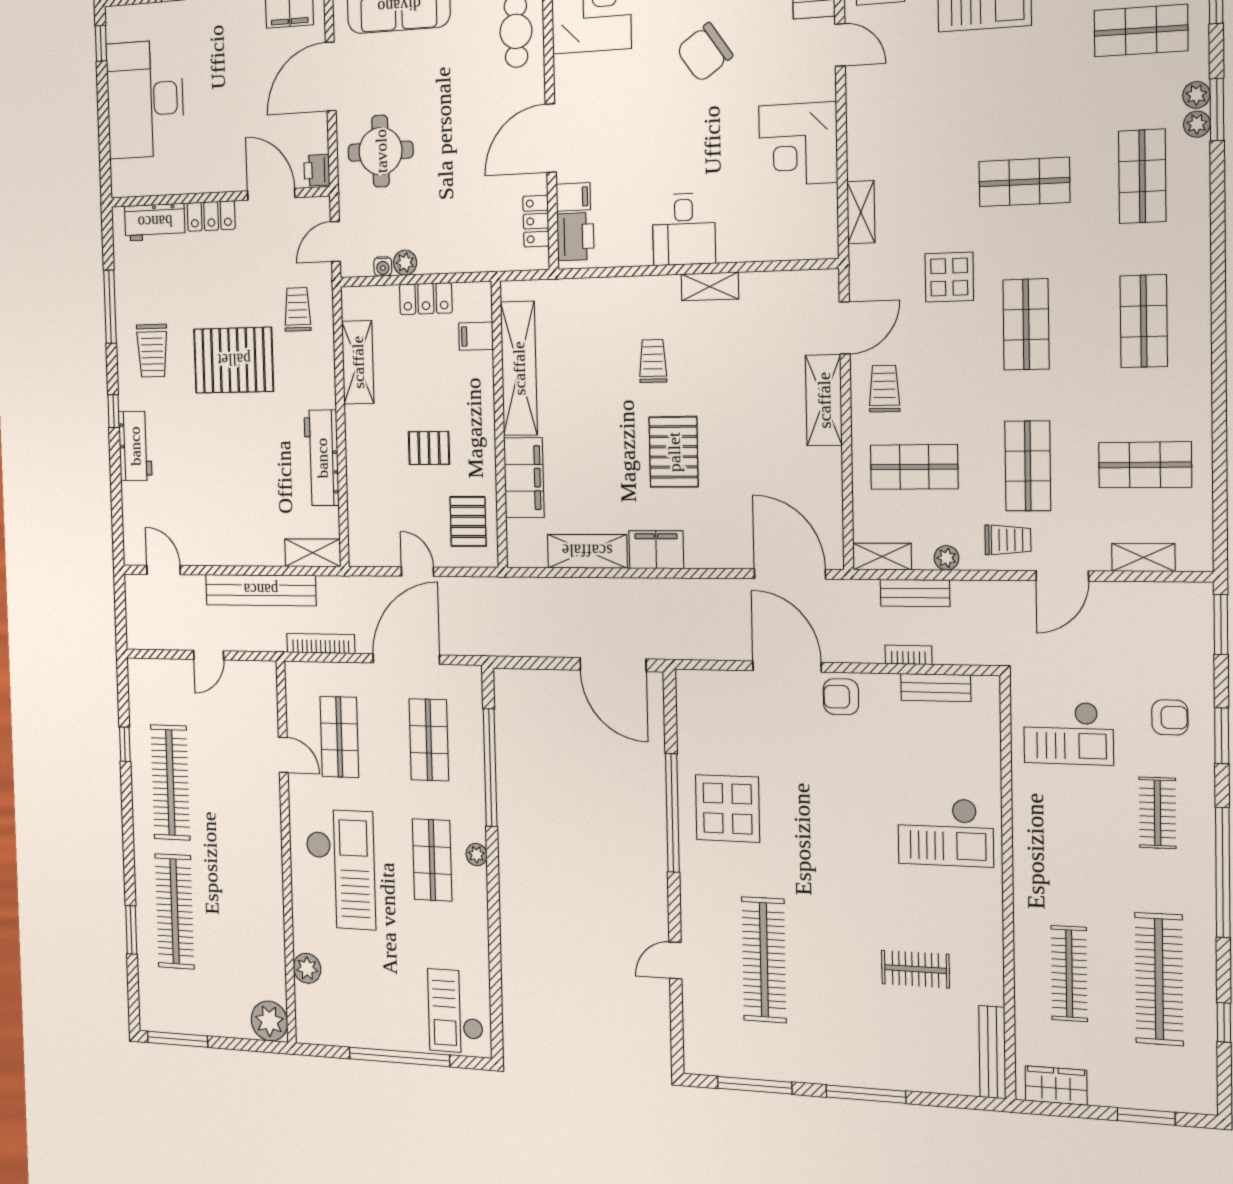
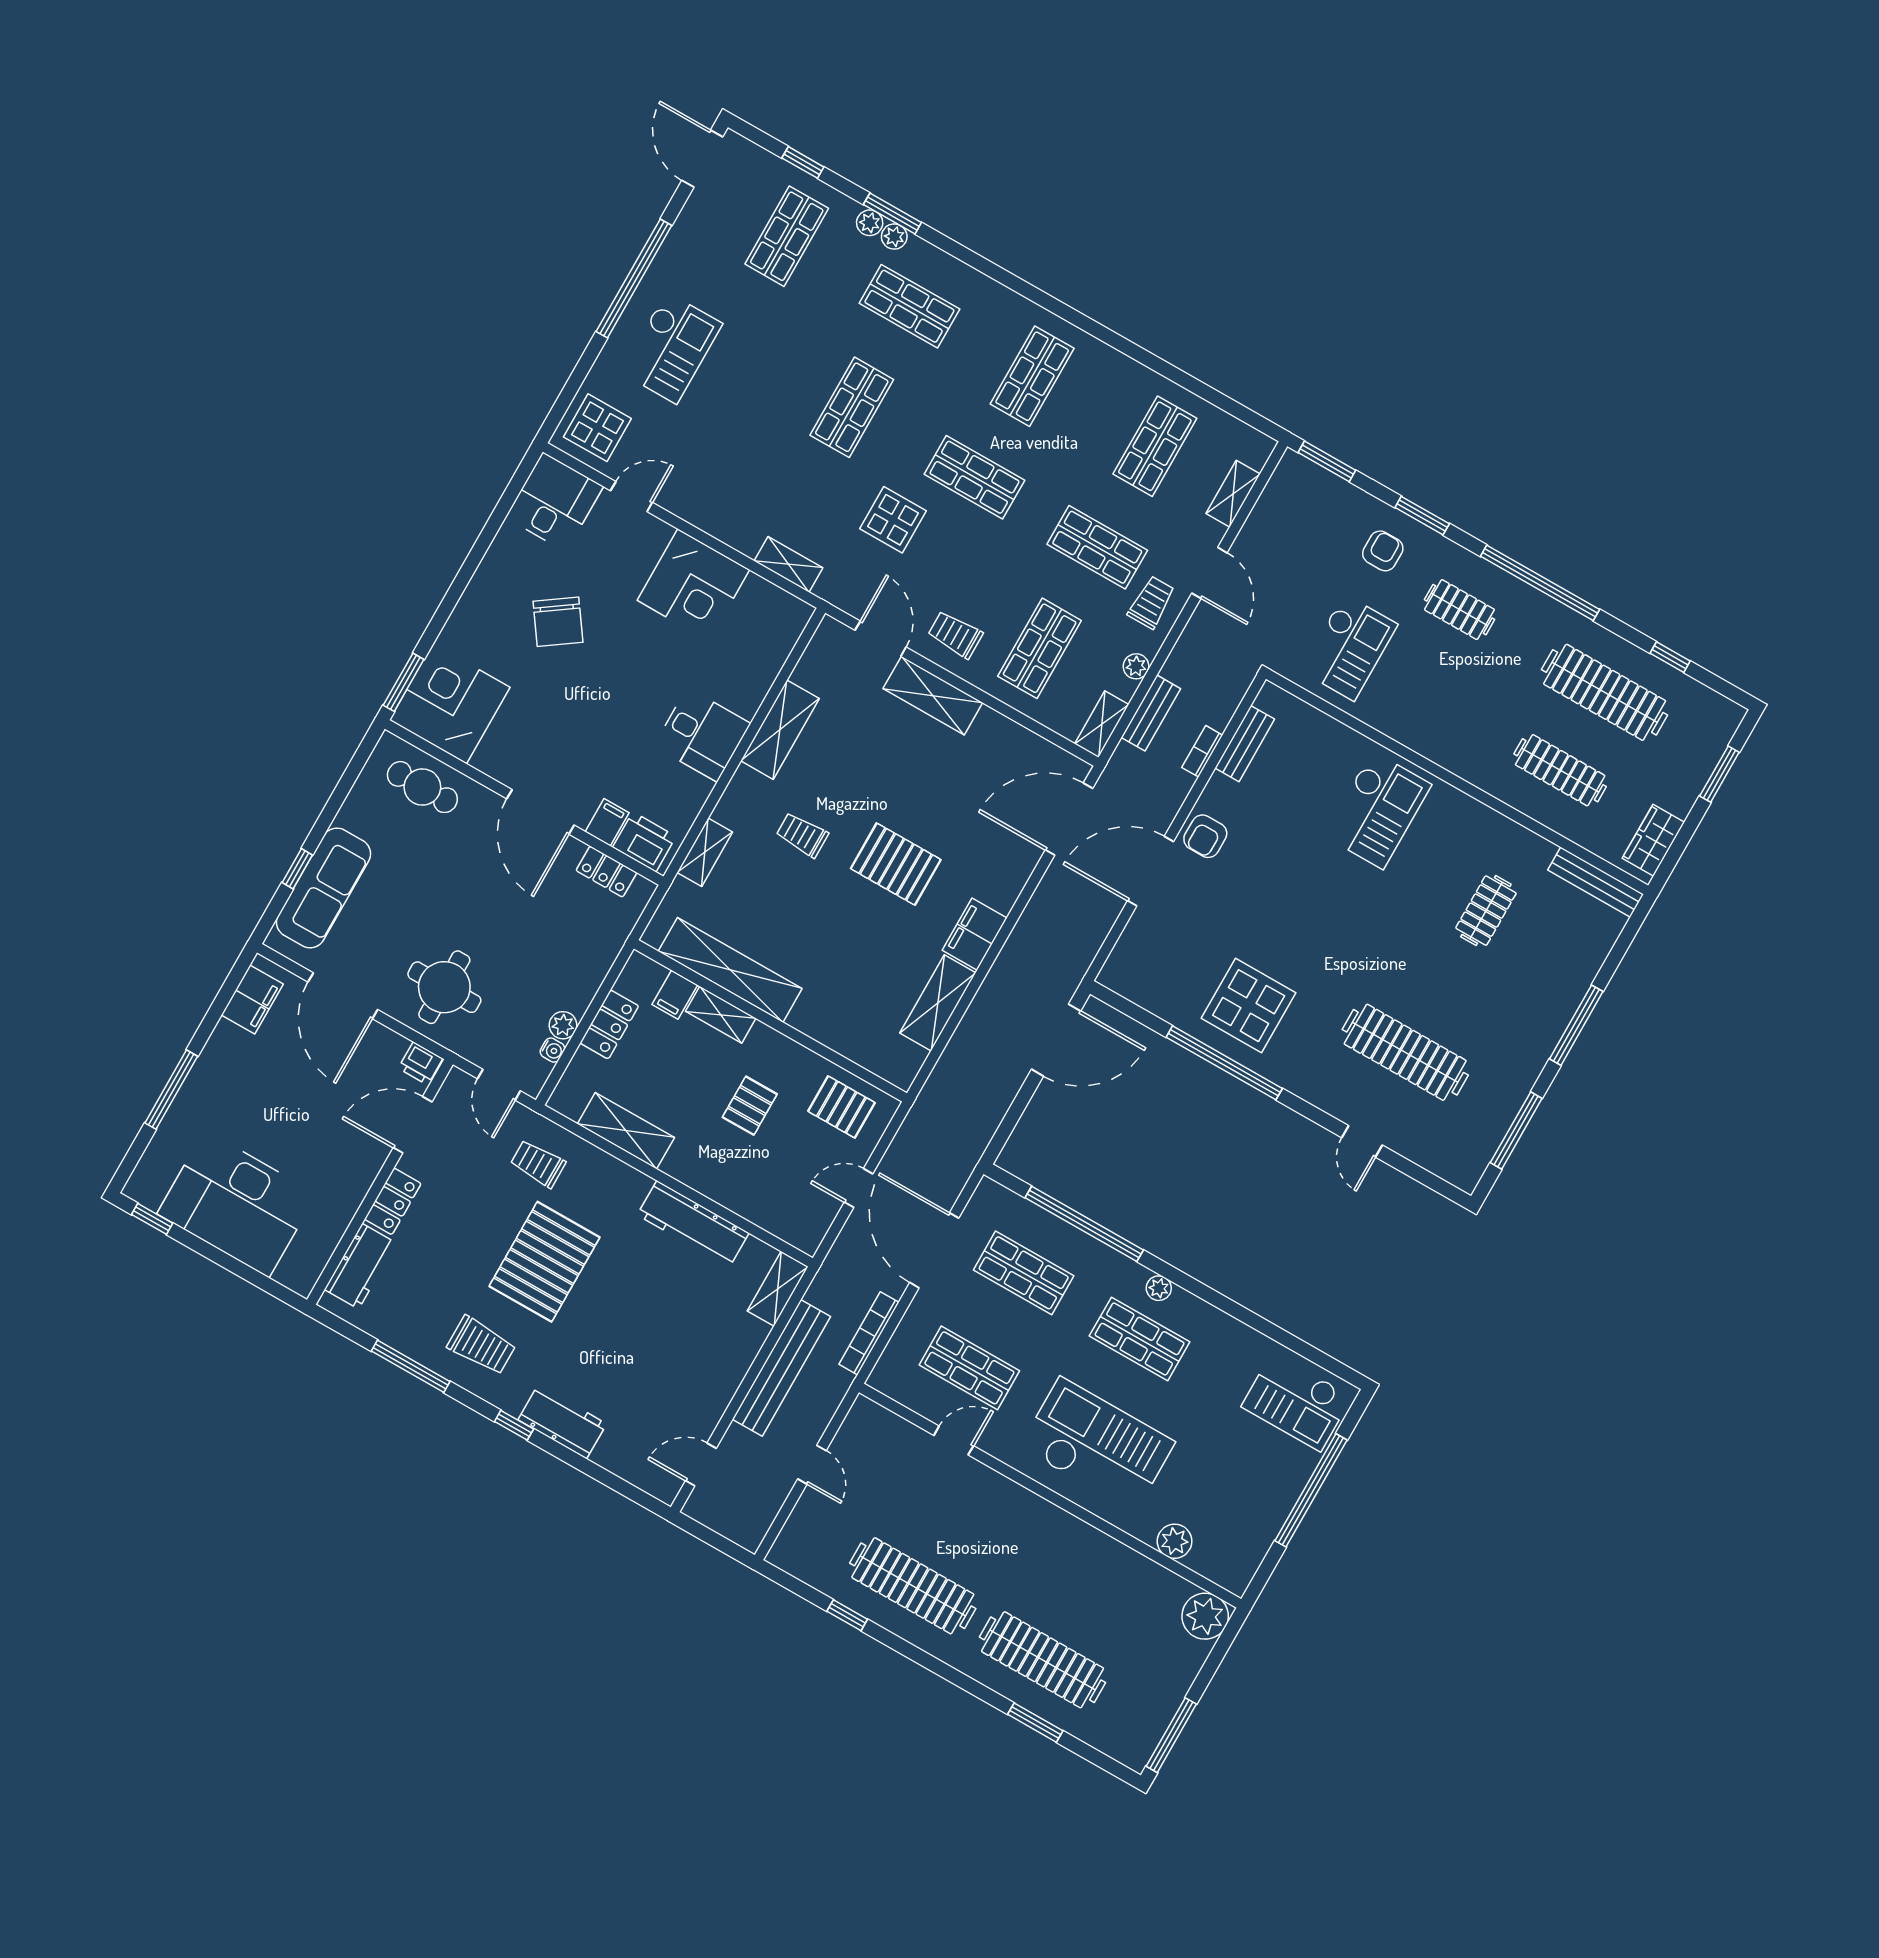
shelving: (710, 287) -> (780, 730), width x1.50, depth x1.33
shelving: (595, 291) -> (705, 852), added
shop shelf: (1144, 321) -> (1032, 376), turned 90
shelving: (482, 382) -> (721, 1015), added
filing cabinet: (524, 478) -> (834, 1026), removed

